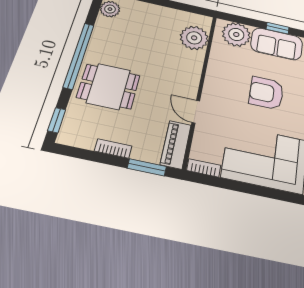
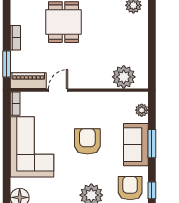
window: (278, 28) -> (152, 144), width x1.50
plant: (236, 34) -> (142, 110), width x0.53, depth x0.53

